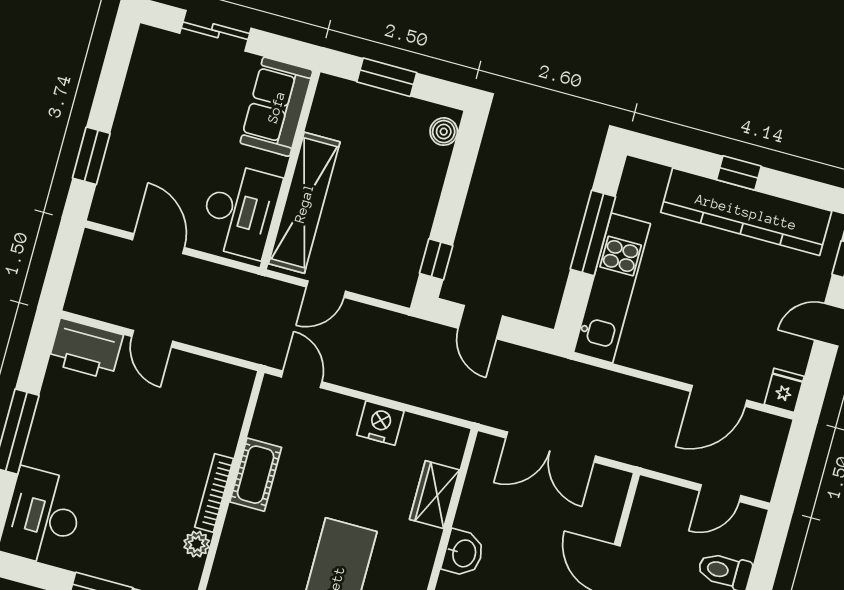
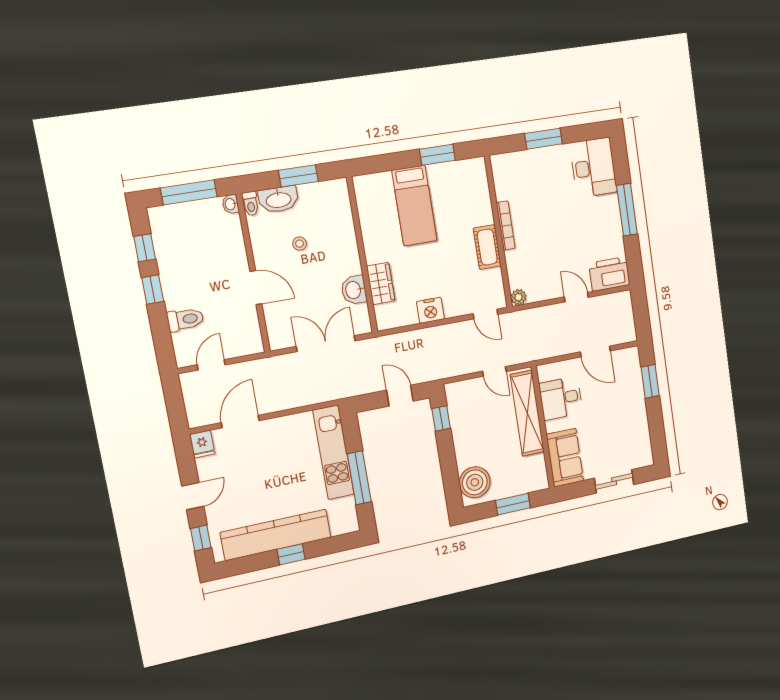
boiler: (444, 132) -> (475, 482), width x1.86, depth x1.86
desk: (240, 211) -> (561, 398), width x0.73
door: (326, 289) -> (494, 371), swing flipped
plant: (197, 544) -> (518, 297), moved
washbasin: (463, 553) -> (354, 290), moved

